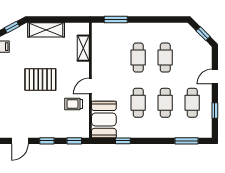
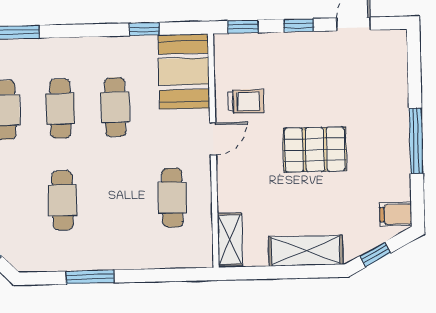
window: (116, 19) -> (90, 277), moved
shelving: (83, 48) -> (230, 239), moved
cafe table: (138, 58) -> (172, 198), moved

